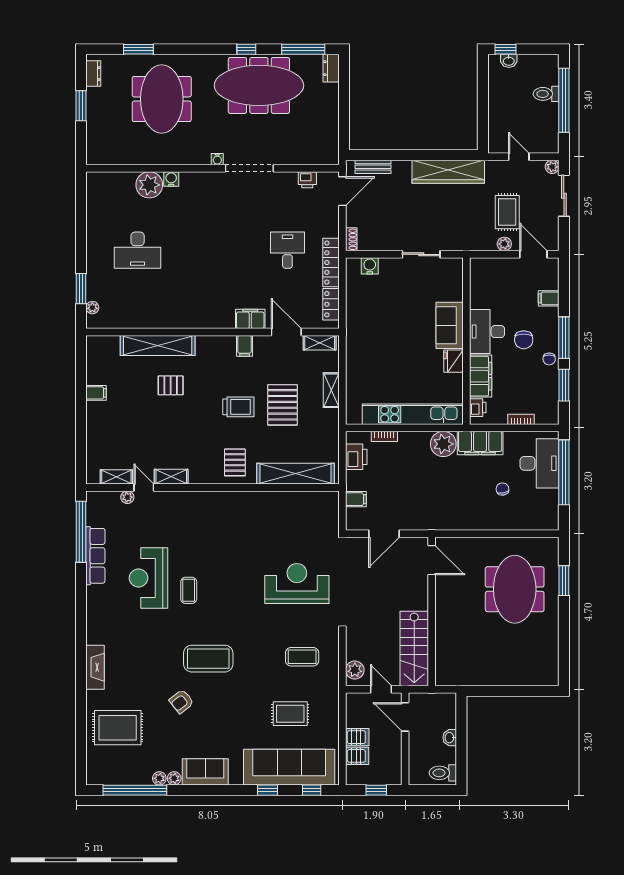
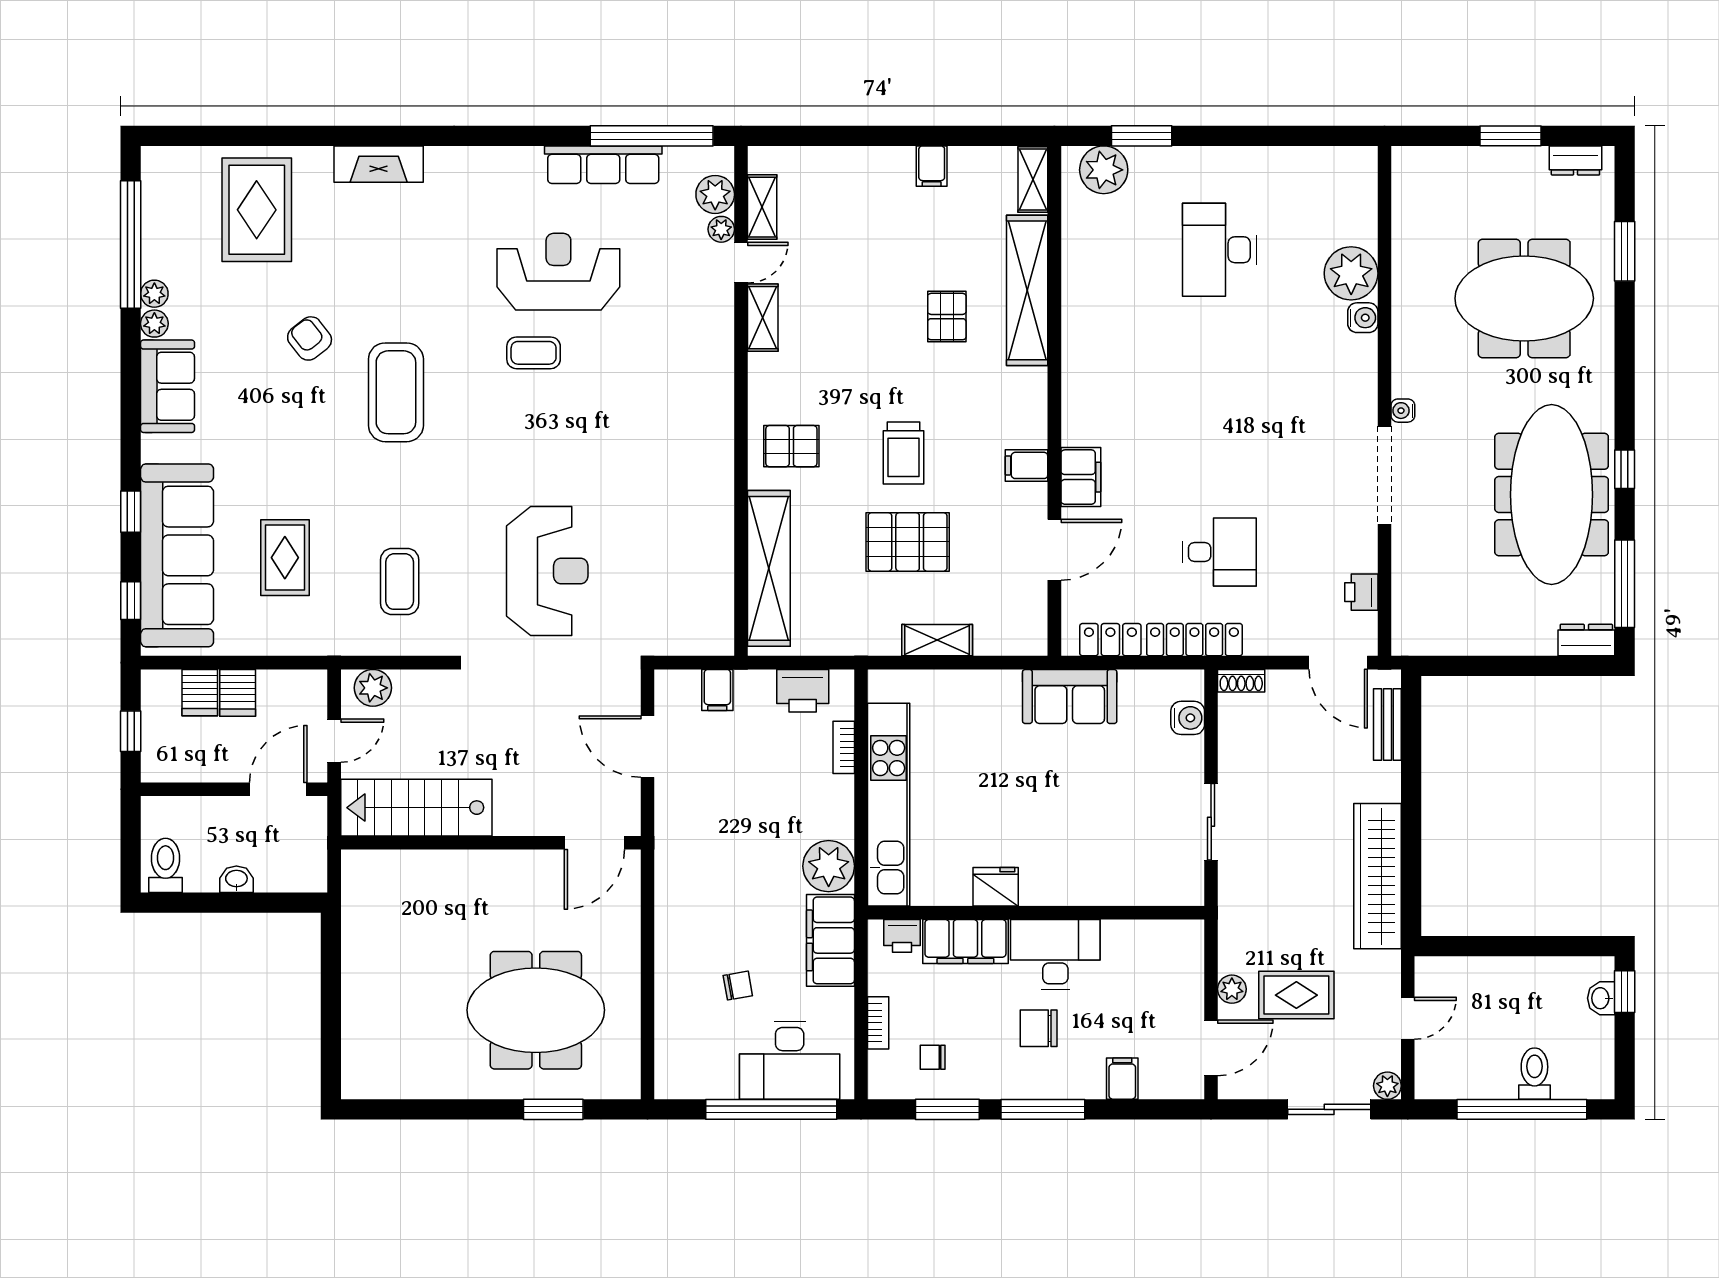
plant: (92, 308) -> (1104, 170), width x1.88, depth x1.88
sofa: (450, 325) -> (1070, 696), moved, turned 180
shelving: (320, 343) -> (1033, 179), moved
chair: (549, 359) -> (933, 1057), moved
plant: (110, 500) -> (715, 194), added

